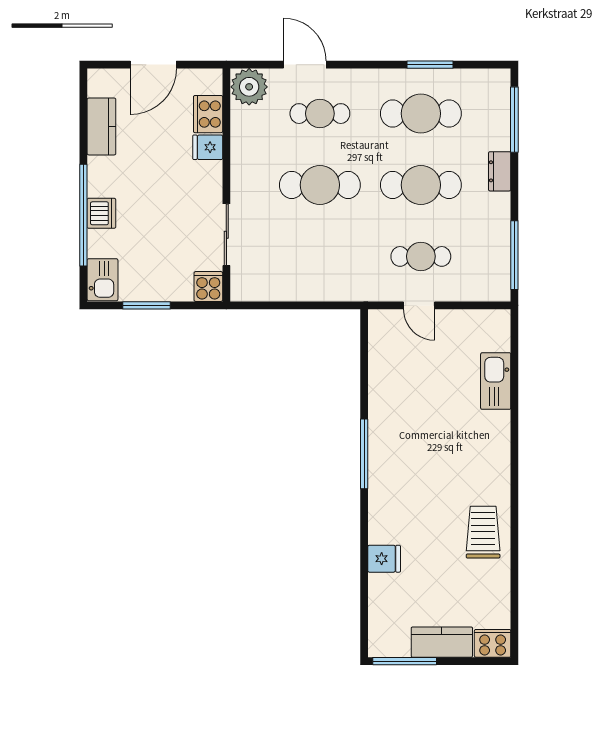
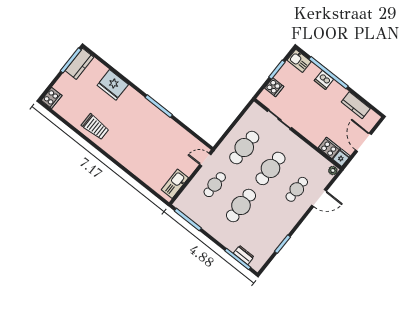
plant: (249, 87) -> (333, 170), width x0.53, depth x0.53
cafe table: (421, 114) -> (244, 148), moved
fridge: (208, 147) -> (341, 158), moved
dresser: (500, 171) -> (244, 255), moved
cooker: (208, 287) -> (274, 87), moved
door: (419, 305) -> (205, 160), moved
kitchen sink: (496, 381) -> (175, 184), moved, turned -90
fridge: (384, 559) -> (113, 85), width x1.88, depth x1.34
kitchen counter: (442, 642) -> (79, 64), moved

